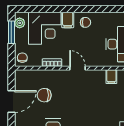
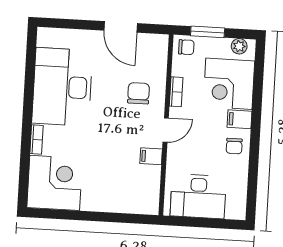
window: (11, 32) -> (208, 32), moved
filing cabinet: (111, 77) -> (151, 156), moved
chair: (44, 95) -> (139, 93), moved

